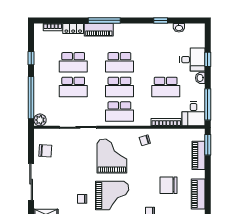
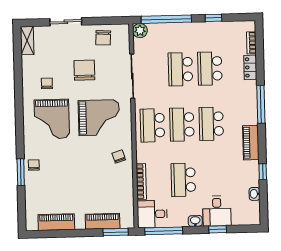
piano: (99, 30) -> (251, 143), moved
sliding door: (31, 182) -> (66, 22), width x0.73
chair: (168, 185) -> (84, 70), moved

